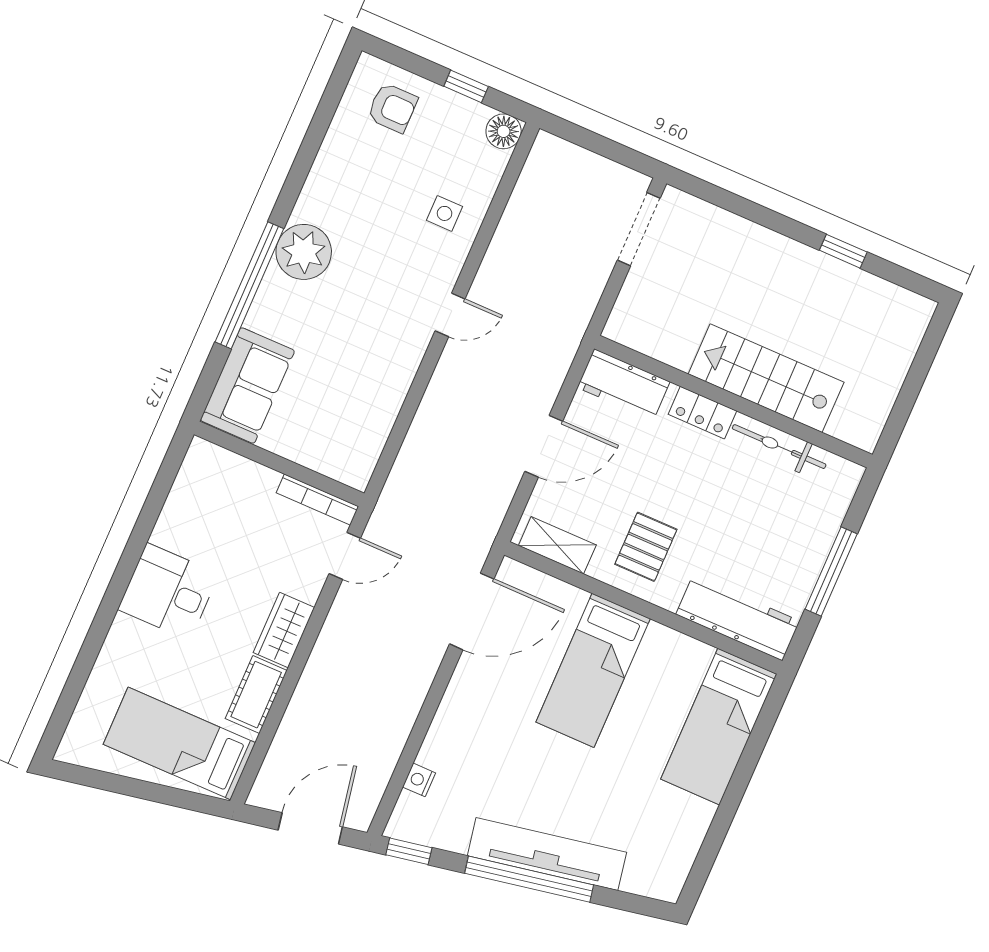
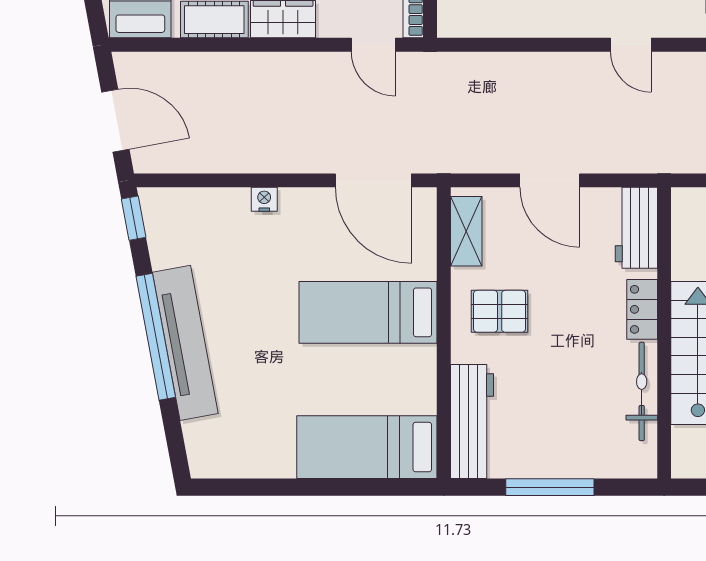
nightstand: (419, 780) -> (264, 199), moved

